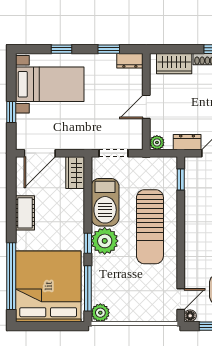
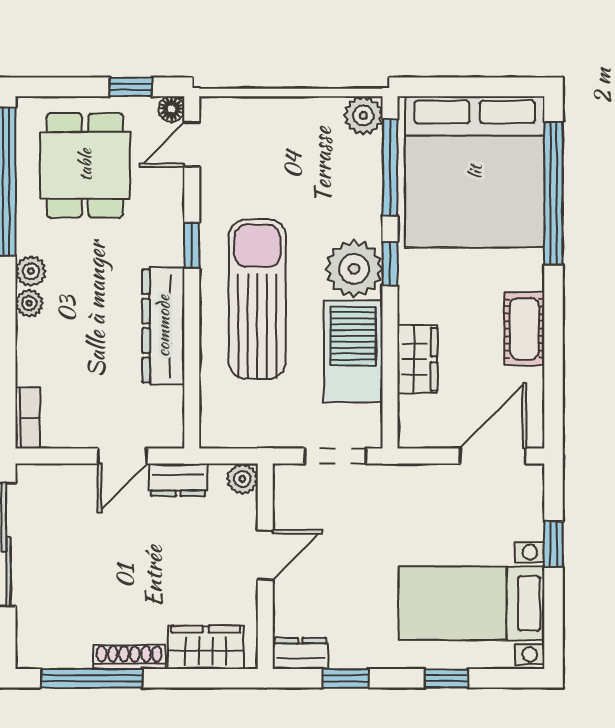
wardrobe: (75, 173) -> (417, 359), moved
window: (181, 180) -> (192, 245), moved
dresser: (194, 214) -> (163, 326), added

